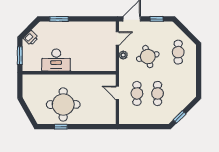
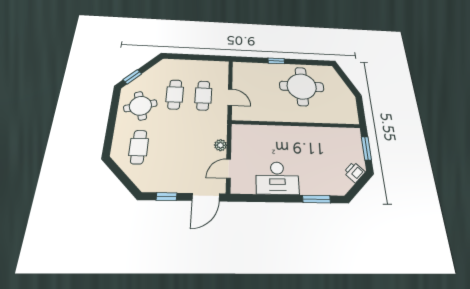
round table: (148, 57) -> (140, 106), moved
desk: (56, 60) -> (277, 178), moved, turned 180
window: (180, 117) -> (132, 77), moved
window: (61, 127) -> (276, 61), moved

